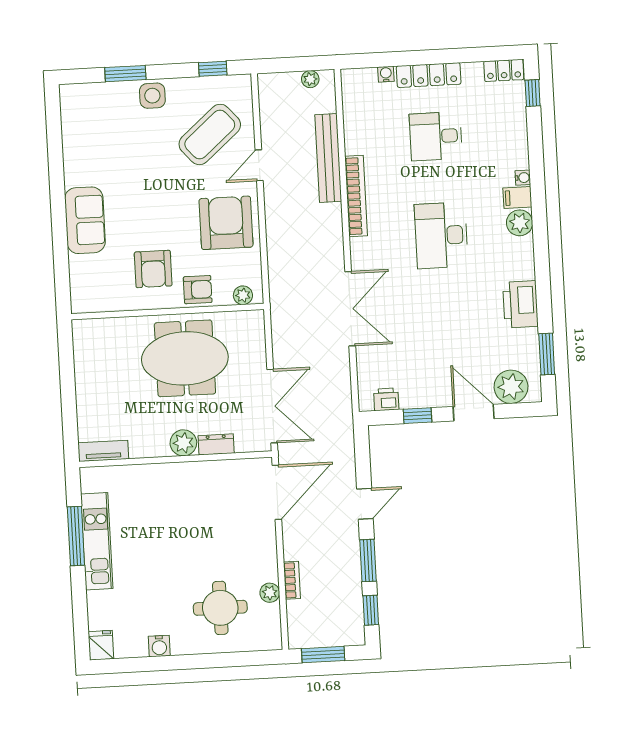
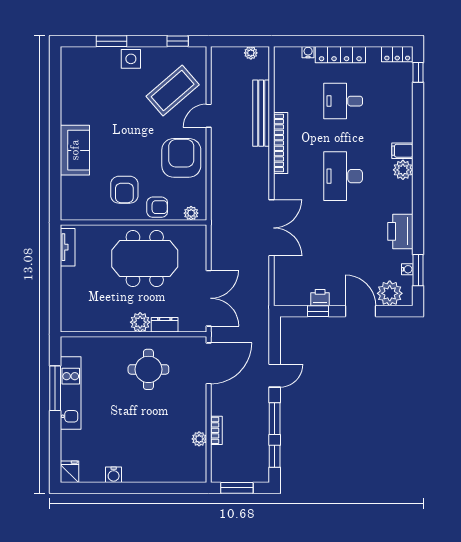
water cooler: (523, 178) -> (407, 269), moved
printer: (386, 399) -> (320, 298), moved
tv unit: (103, 451) -> (68, 247), moved, turned 90
round table: (220, 608) -> (148, 369), moved

